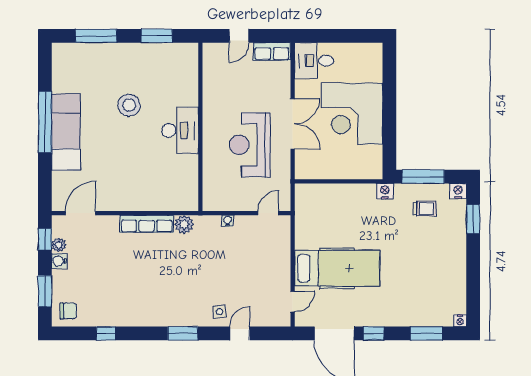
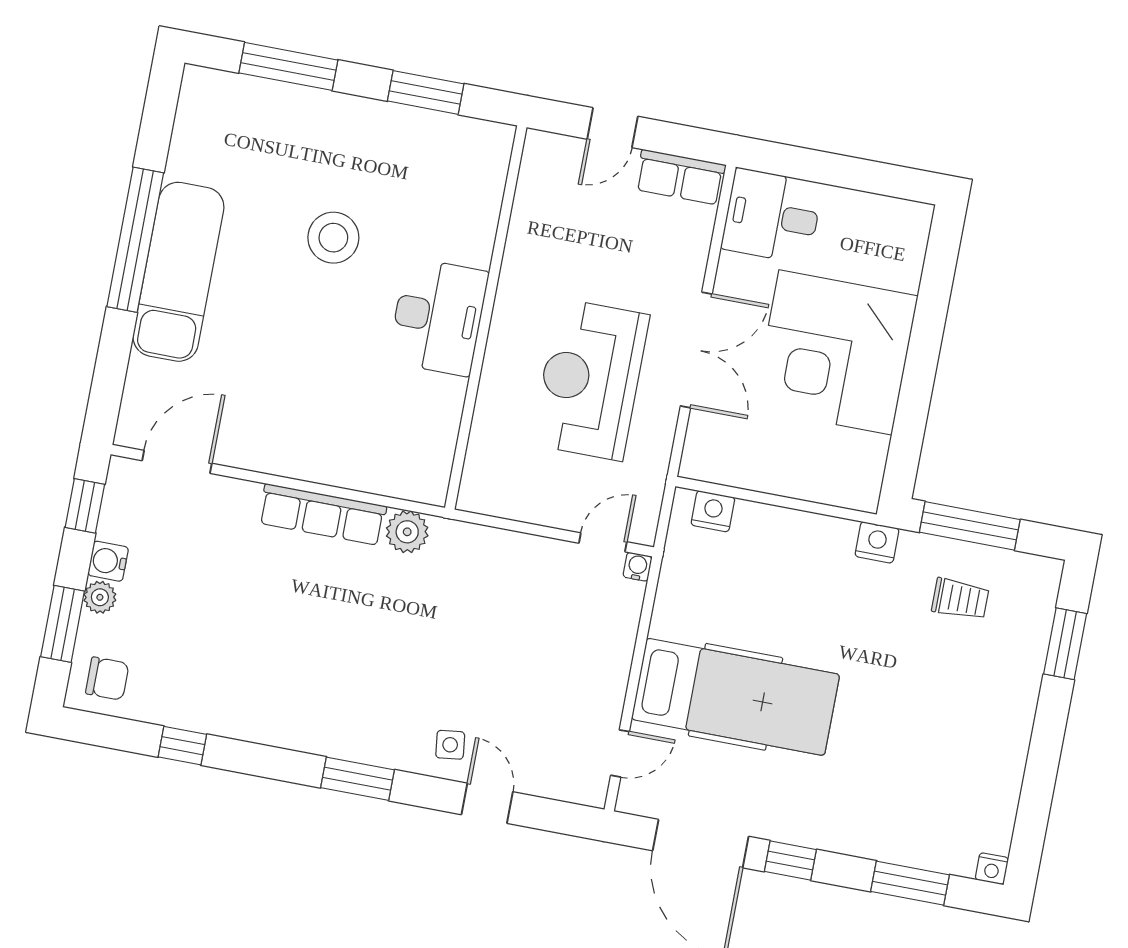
nightstand: (458, 191) -> (713, 511), moved
water cooler: (227, 221) -> (637, 567), moved
plant: (59, 245) -> (100, 597), moved
door: (240, 333) -> (487, 803), hinge flipped

